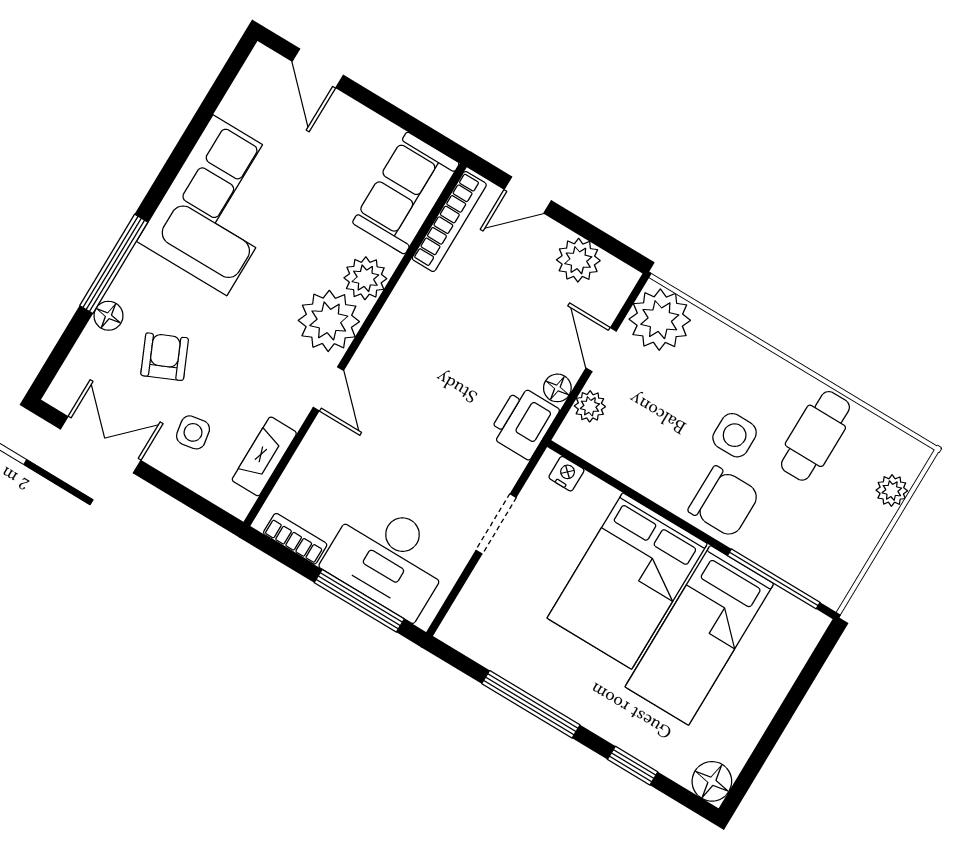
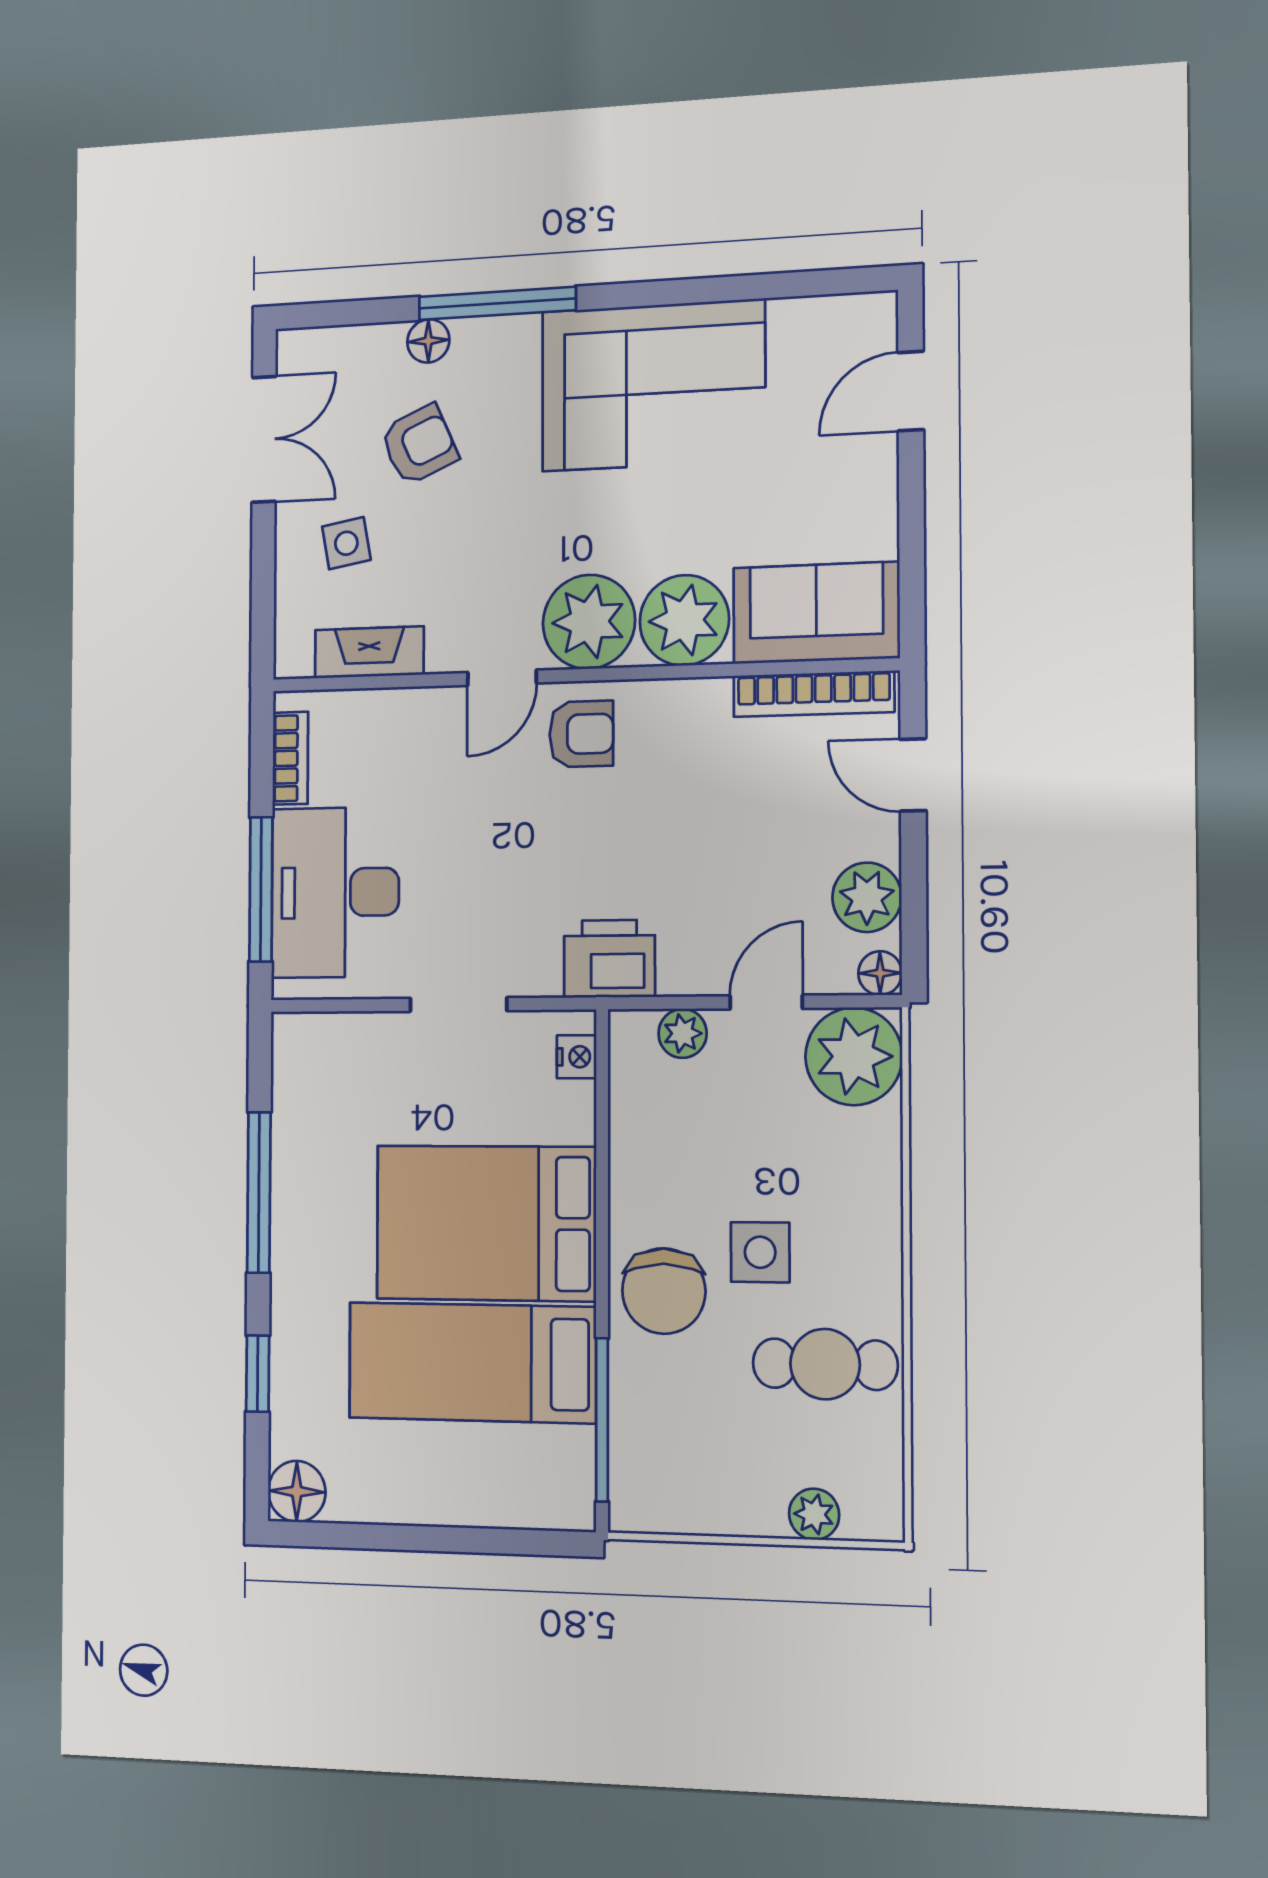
plant: (365, 278) -> (684, 620), width x1.36, depth x1.36
armchair: (389, 363) -> (581, 734), added
floor lamp: (557, 388) -> (880, 973), moved

